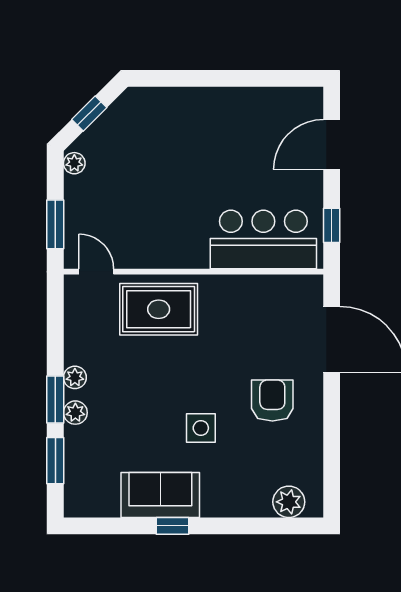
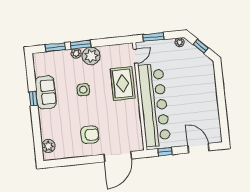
bar counter: (263, 240) -> (154, 105), width x1.86
plant: (75, 377) -> (91, 56), width x1.88, depth x1.88
side table: (201, 428) -> (83, 90), moved

